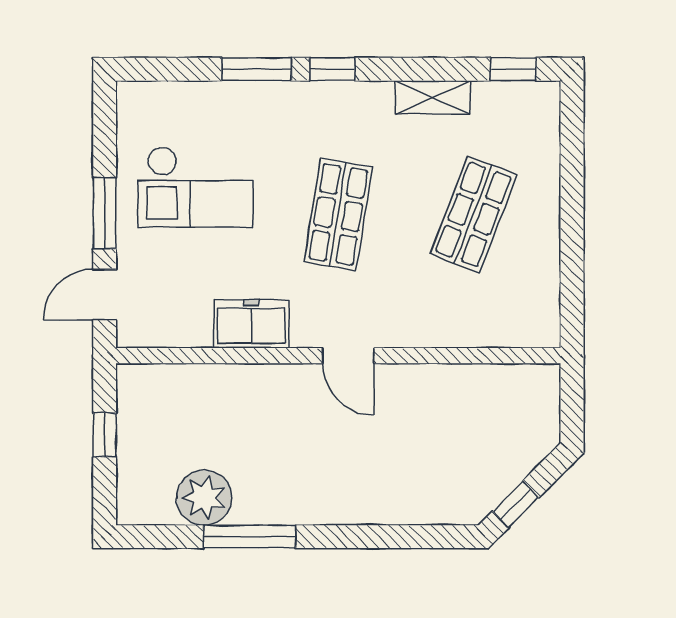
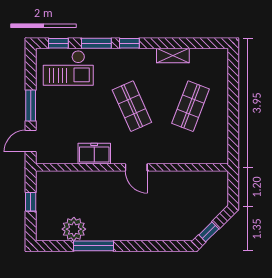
window: (513, 69) -> (58, 43), moved
checkout: (195, 187) -> (68, 68), moved
shop shelf: (338, 214) -> (132, 106), turned -33

